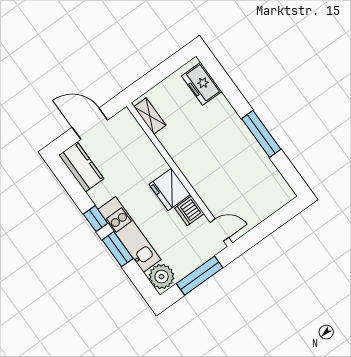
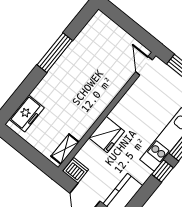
fridge: (170, 189) -> (107, 135), moved
dishwasher: (189, 211) -> (76, 170), moved, turned -90

